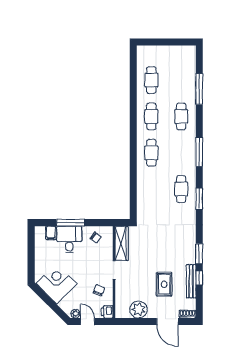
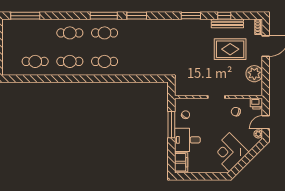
window: (199, 89) -> (25, 16), moved
cafe table: (181, 189) -> (105, 33), moved
window: (199, 199) -> (137, 16), moved
window: (71, 223) -> (171, 125), moved
filing cabinet: (51, 233) -> (181, 162), width x2.00
wardrobe: (122, 244) -> (191, 90), removed
window: (199, 254) -> (191, 16), moved
rug: (164, 284) -> (230, 49), width x1.36, depth x1.43

